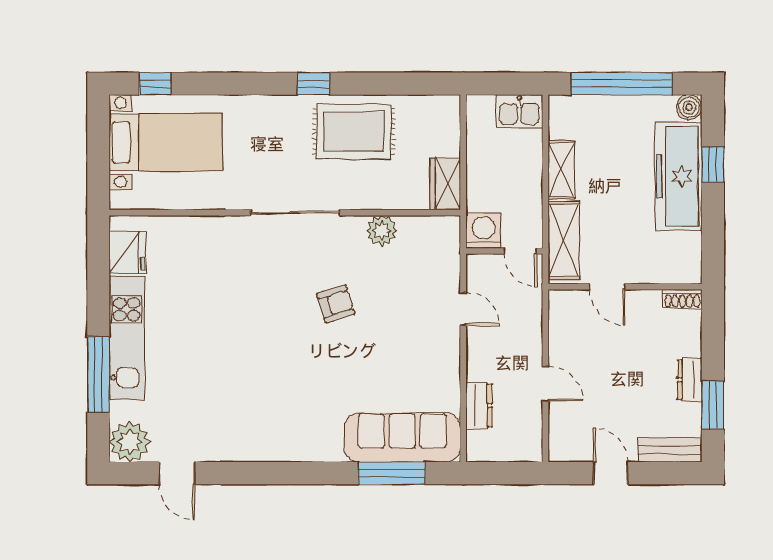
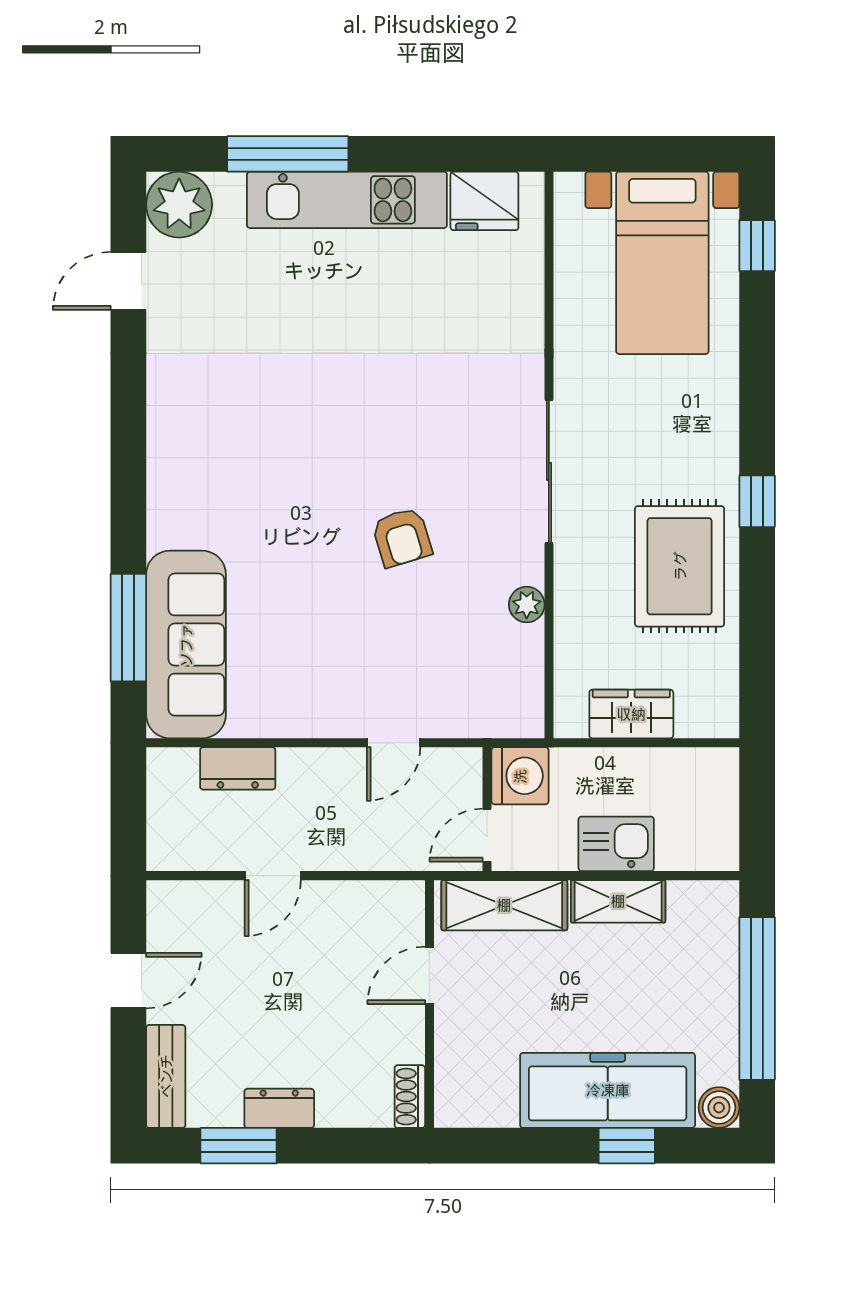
kitchen sink: (519, 112) -> (616, 844), moved, turned 90
wardrobe: (445, 184) -> (631, 714), moved
plant: (382, 231) -> (527, 605), width x0.73, depth x0.73

